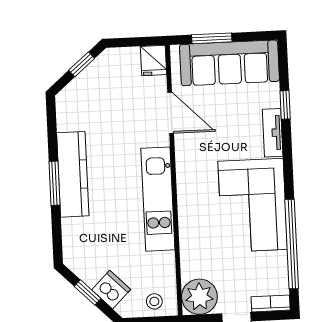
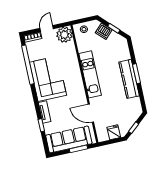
fridge: (153, 60) -> (114, 132), moved

